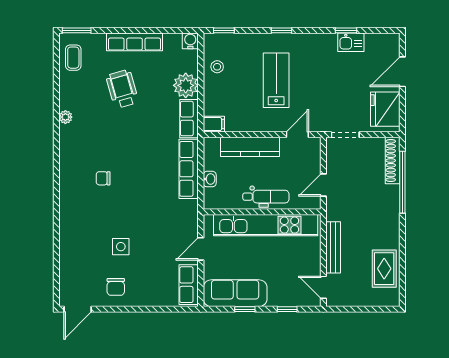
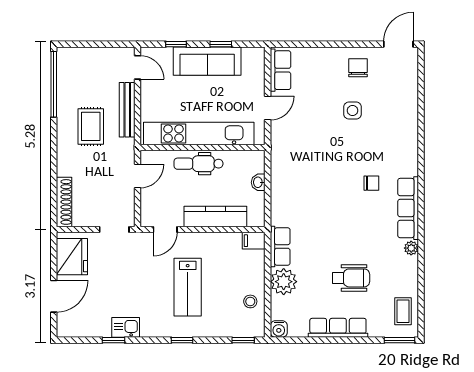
kitchen sink: (351, 42) -> (126, 327), moved
wheelchair: (122, 89) -> (351, 278), turned -74
row of seats: (189, 169) -> (408, 208), moved, turned 180
window: (402, 182) -> (54, 84), moved
rug: (384, 269) -> (91, 126), moved
sofa: (235, 293) -> (207, 61), moved

